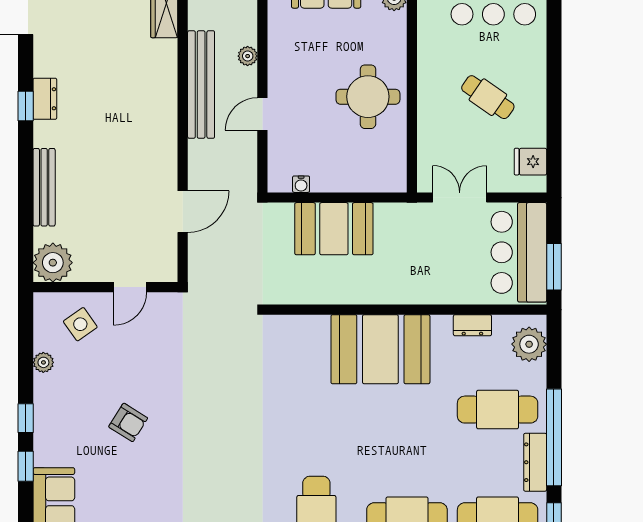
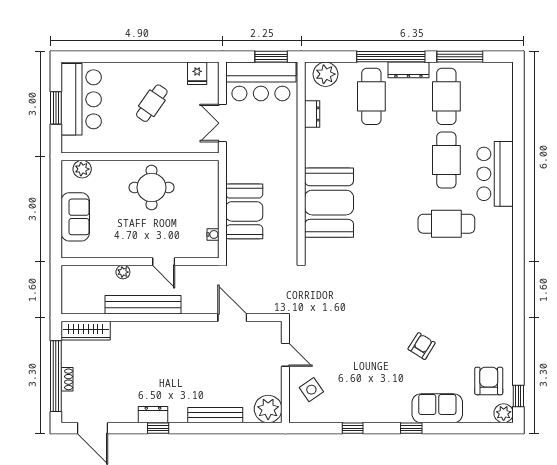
booth: (380, 349) -> (329, 203), moved
plant: (43, 362) -> (338, 416), removed
window: (26, 418) -> (353, 428), moved
armchair: (128, 422) -> (422, 346), moved

